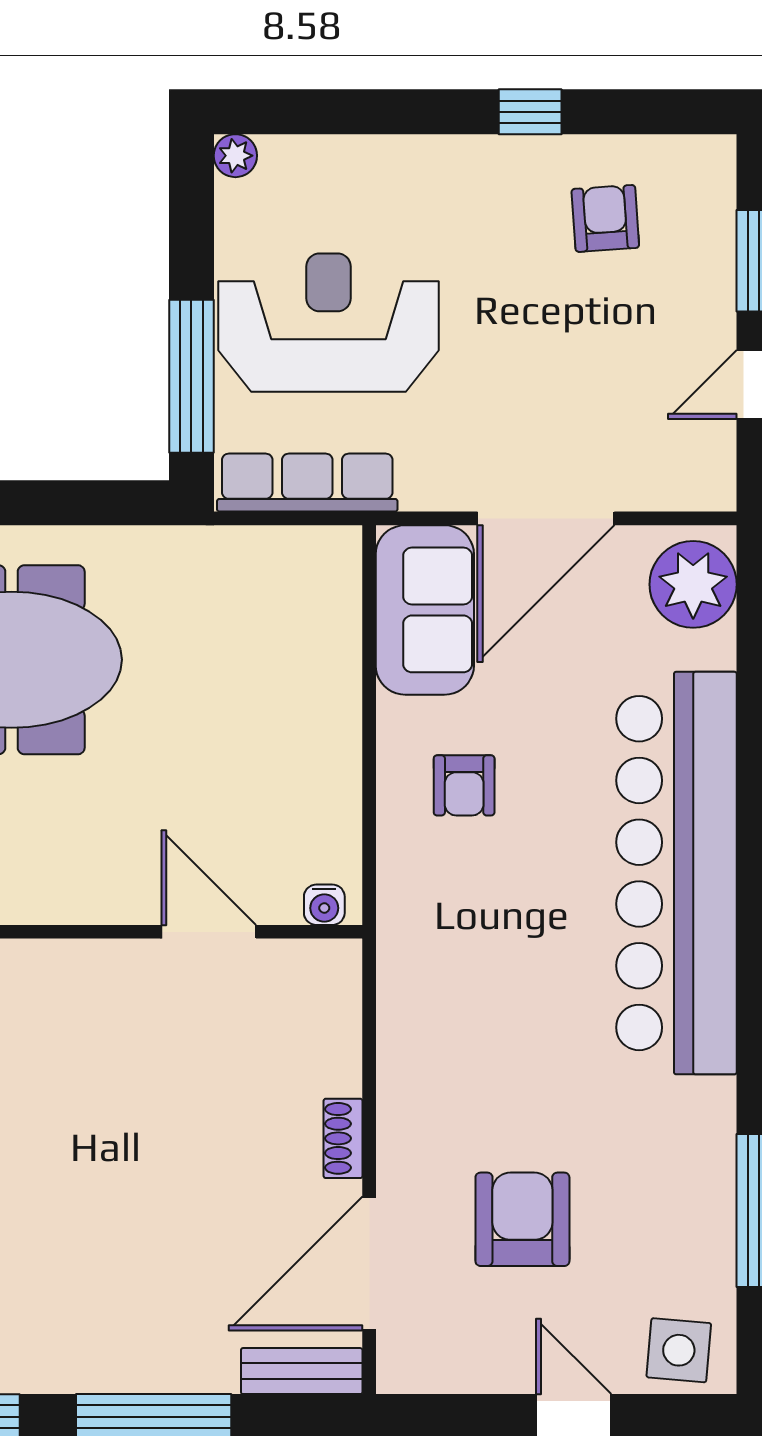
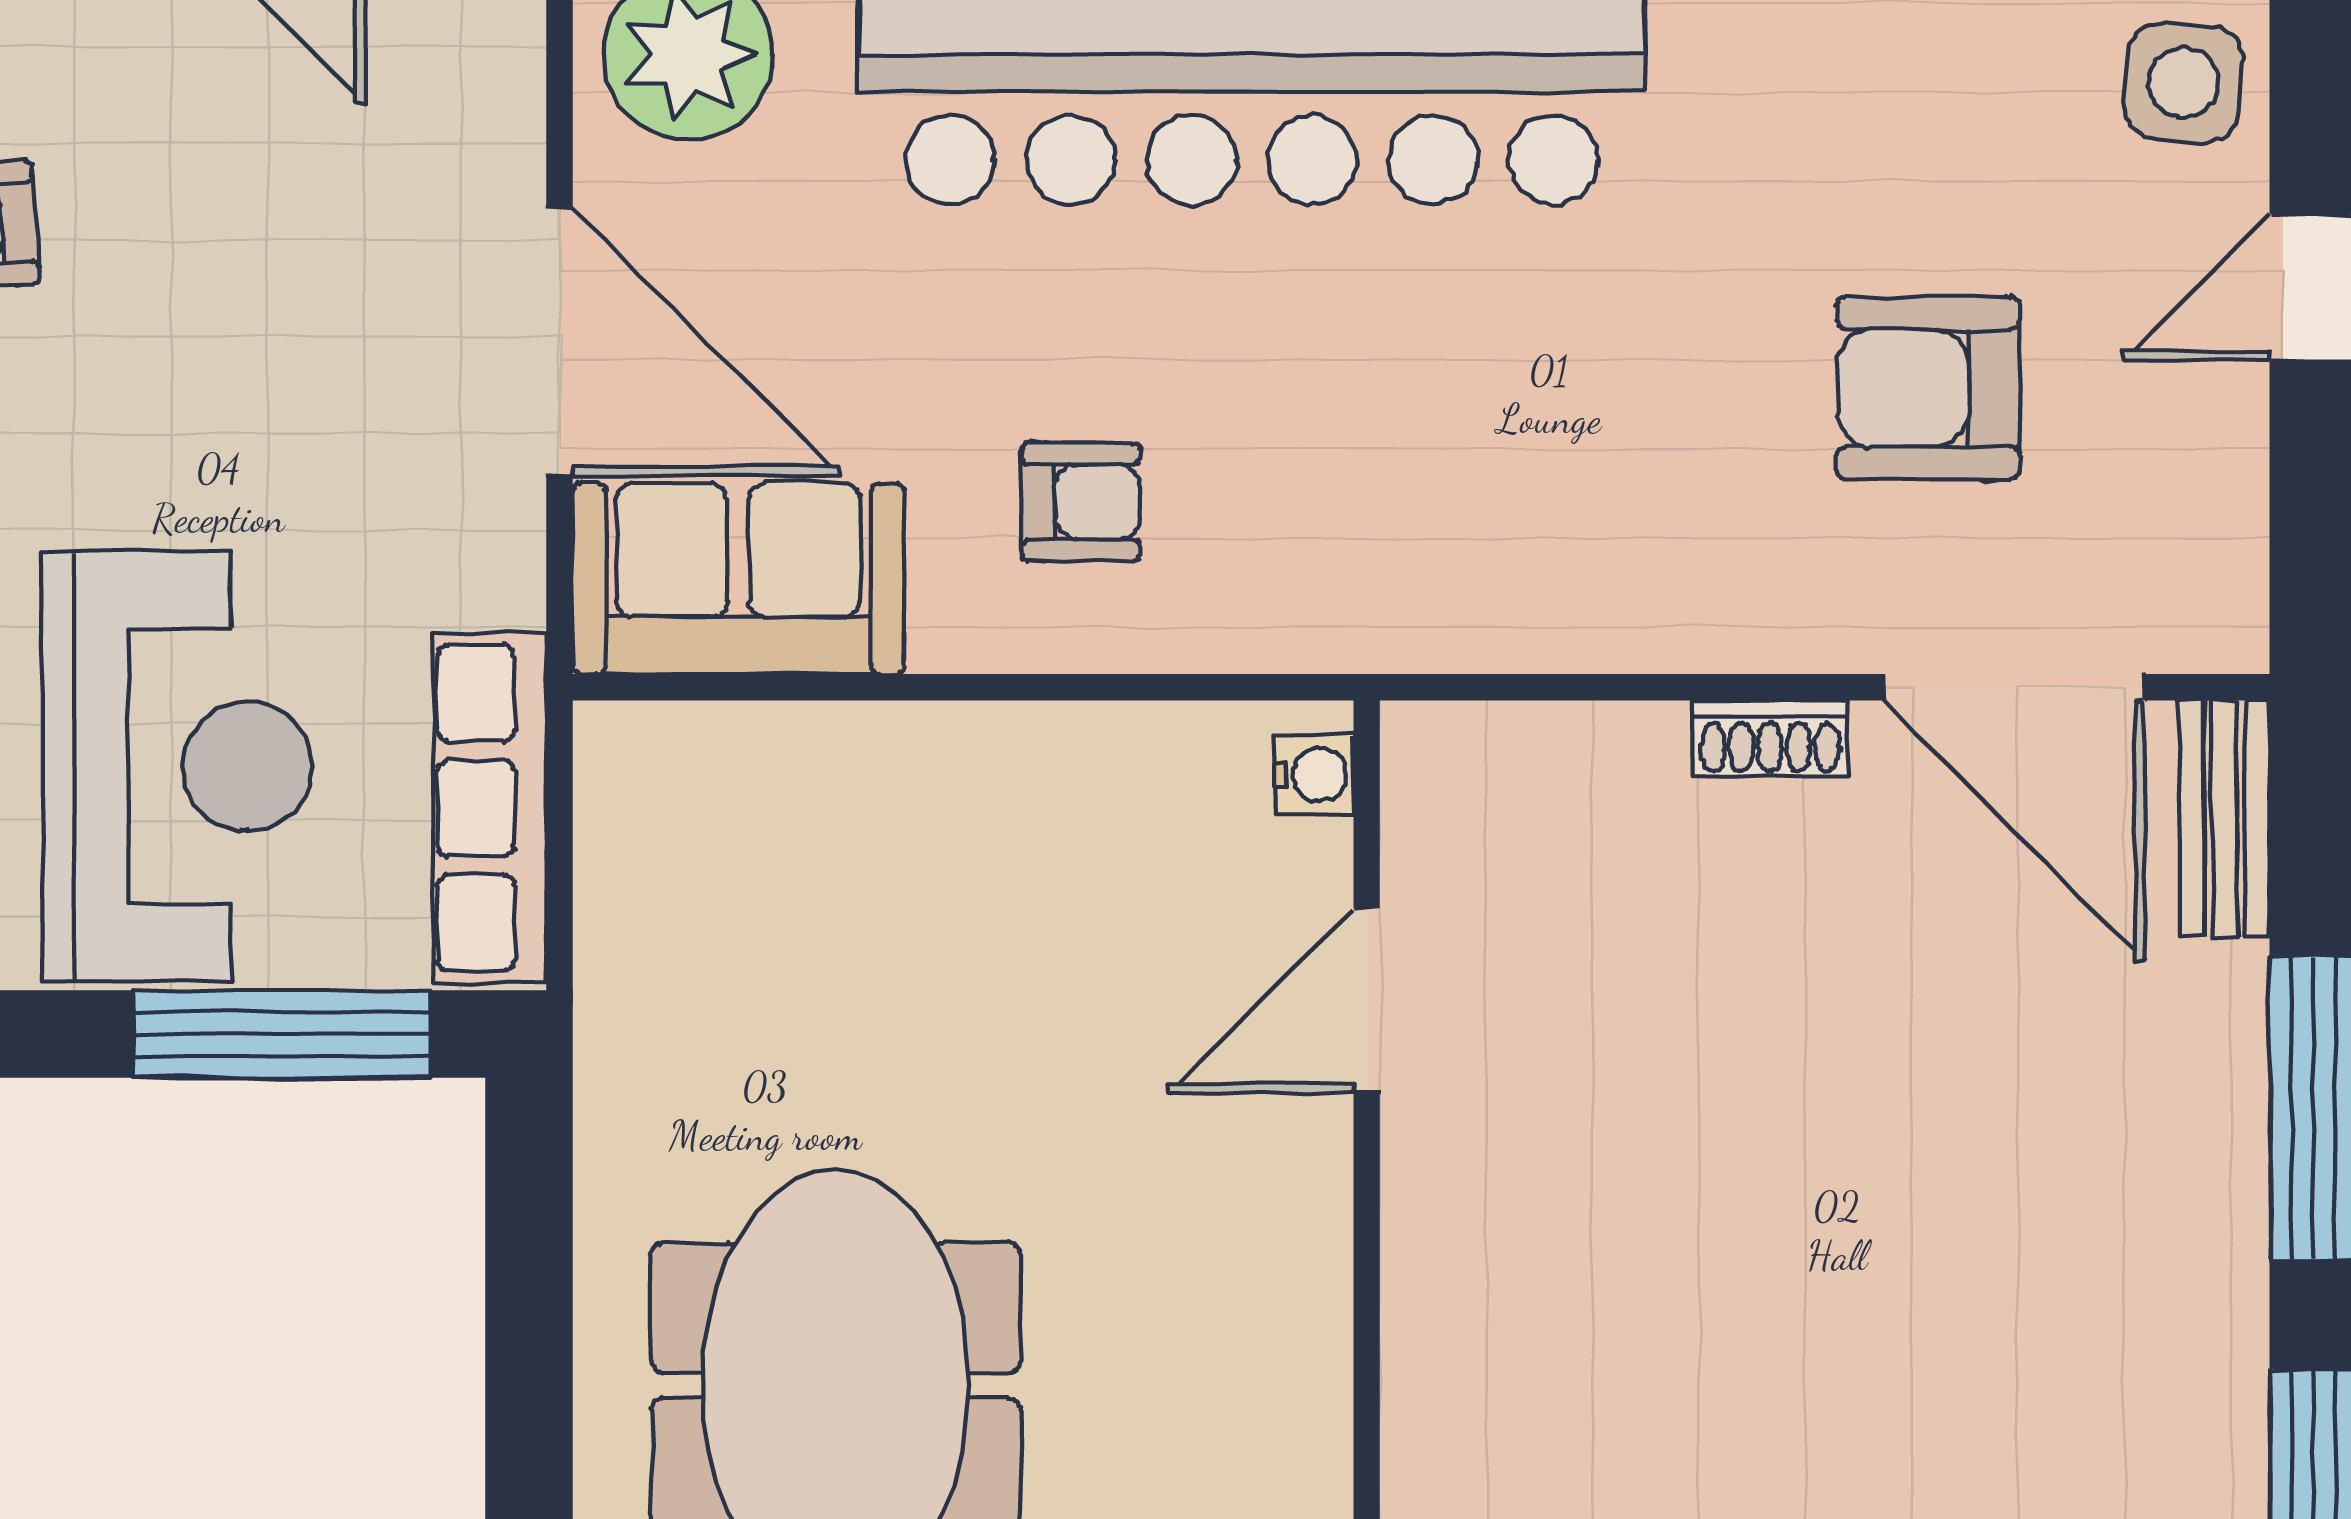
reception desk: (328, 323) -> (177, 766), turned 180

